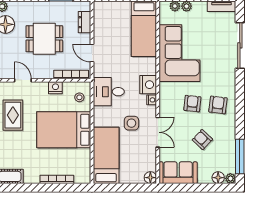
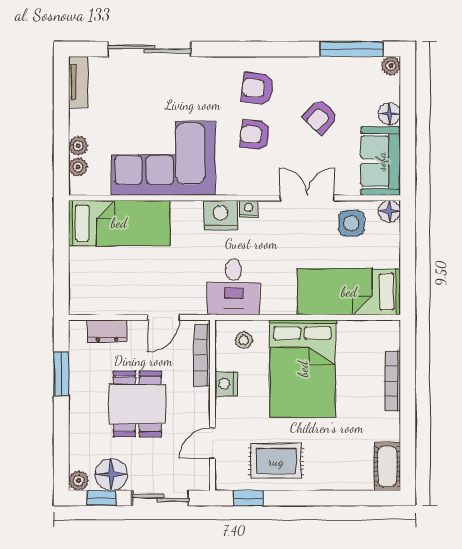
side table: (131, 123) -> (351, 223), moved
floor lamp: (218, 178) -> (390, 114), moved

